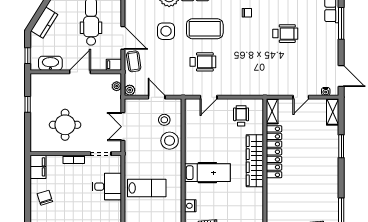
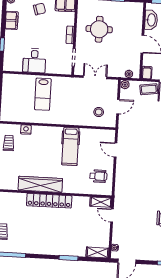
wheelchair: (203, 62) -> (145, 147), removed
door: (301, 97) -> (112, 215), moved
stool: (170, 141) -> (81, 115), removed
locker: (274, 152) -> (49, 201), moved
wardrobe: (255, 161) -> (40, 184), moved
hospital bed: (207, 173) -> (70, 146), moved
desk: (107, 187) -> (34, 61), moved

